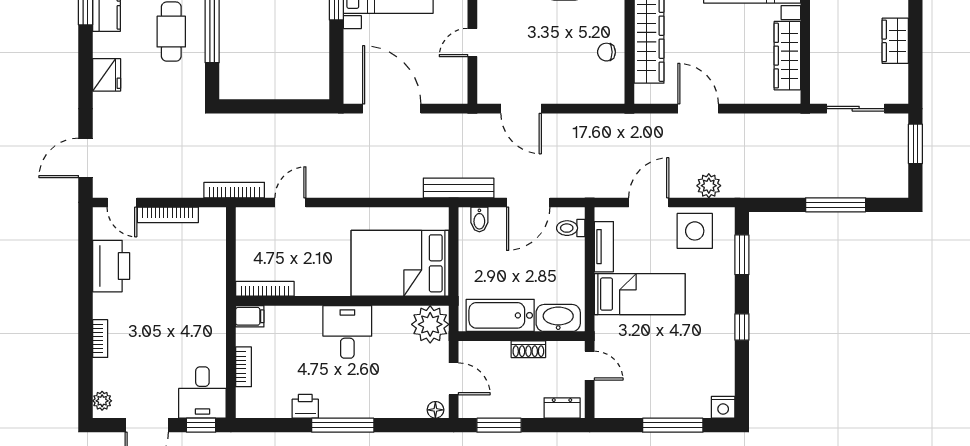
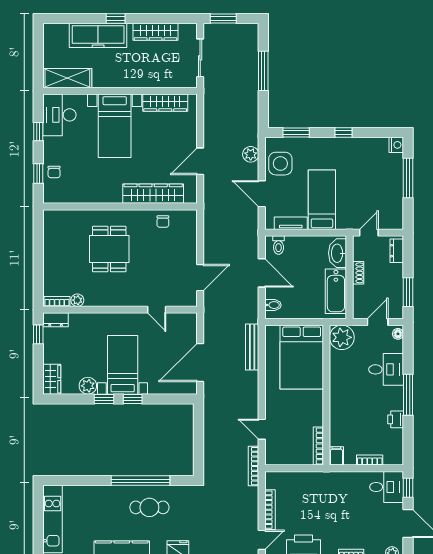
wardrobe: (895, 41) -> (156, 32), width x1.50
bench: (459, 188) -> (252, 347), moved
desk: (347, 332) -> (386, 369), moved, turned 180

